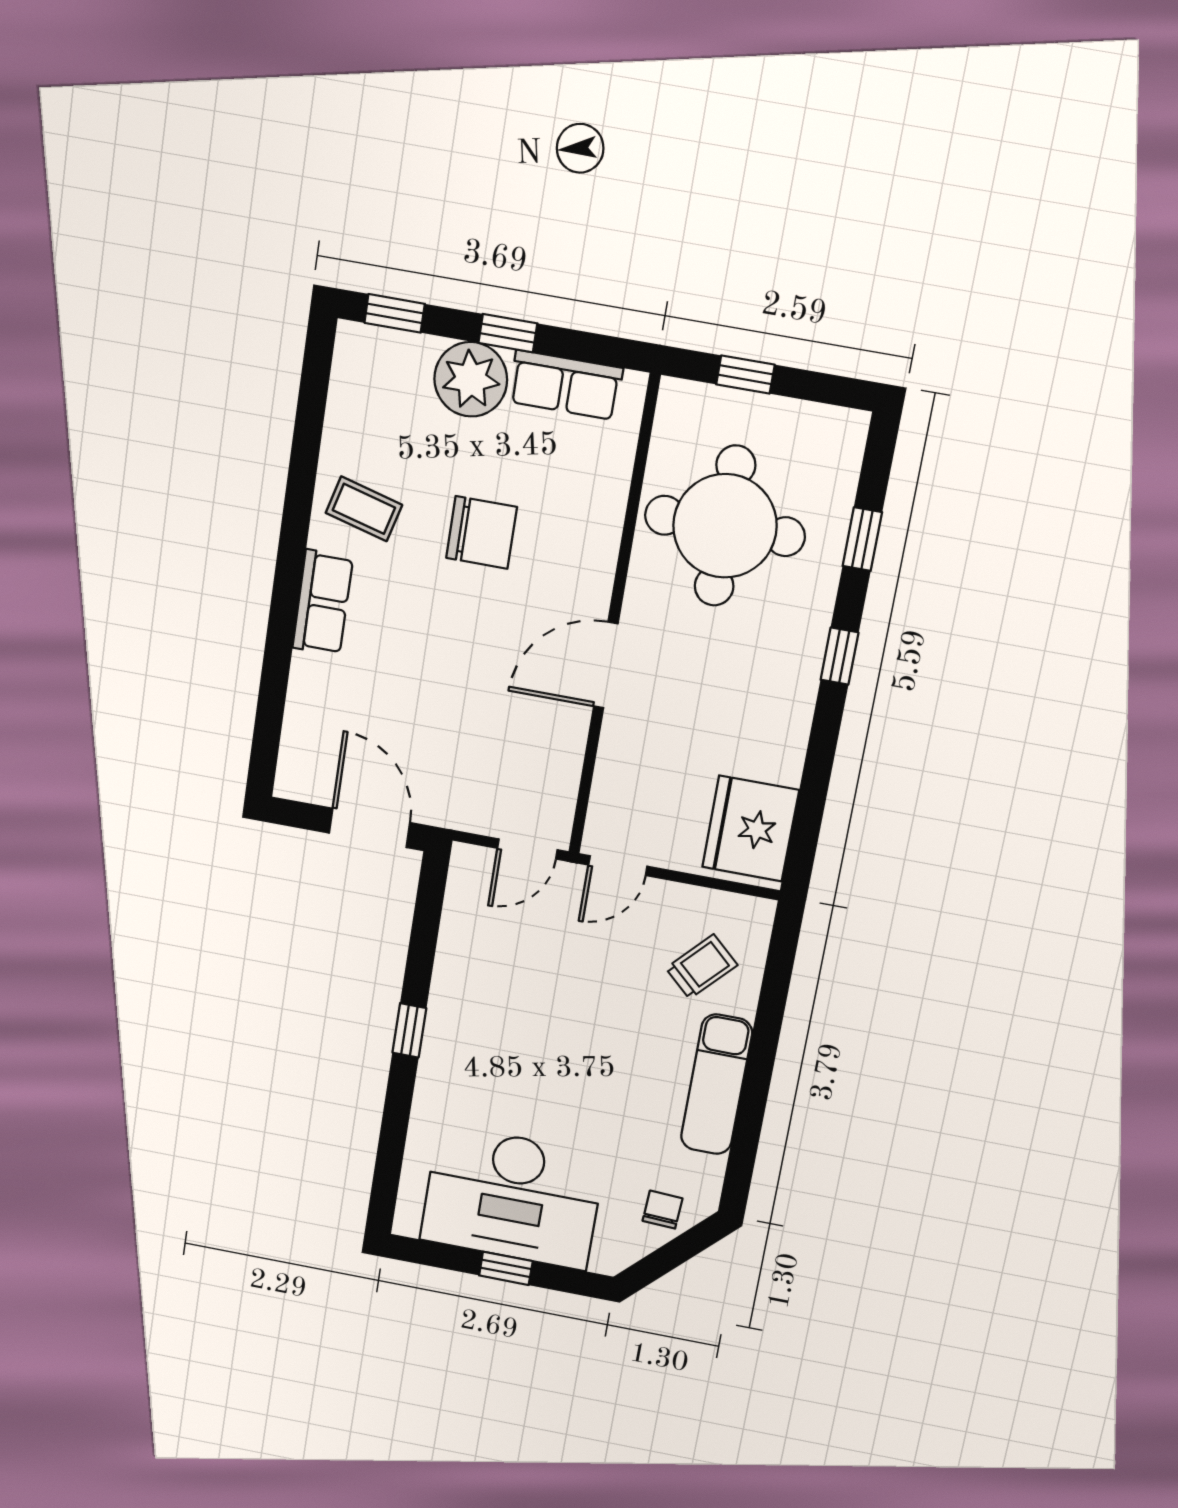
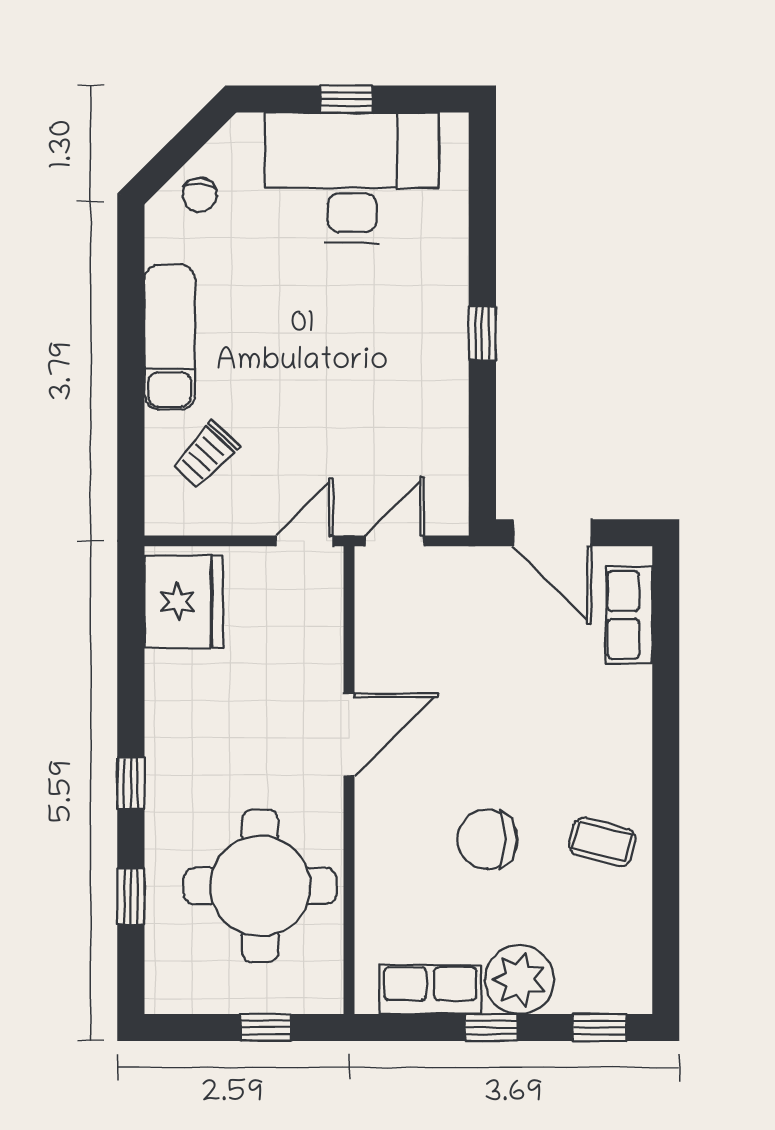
row of seats: (323, 603) -> (629, 615), moved

